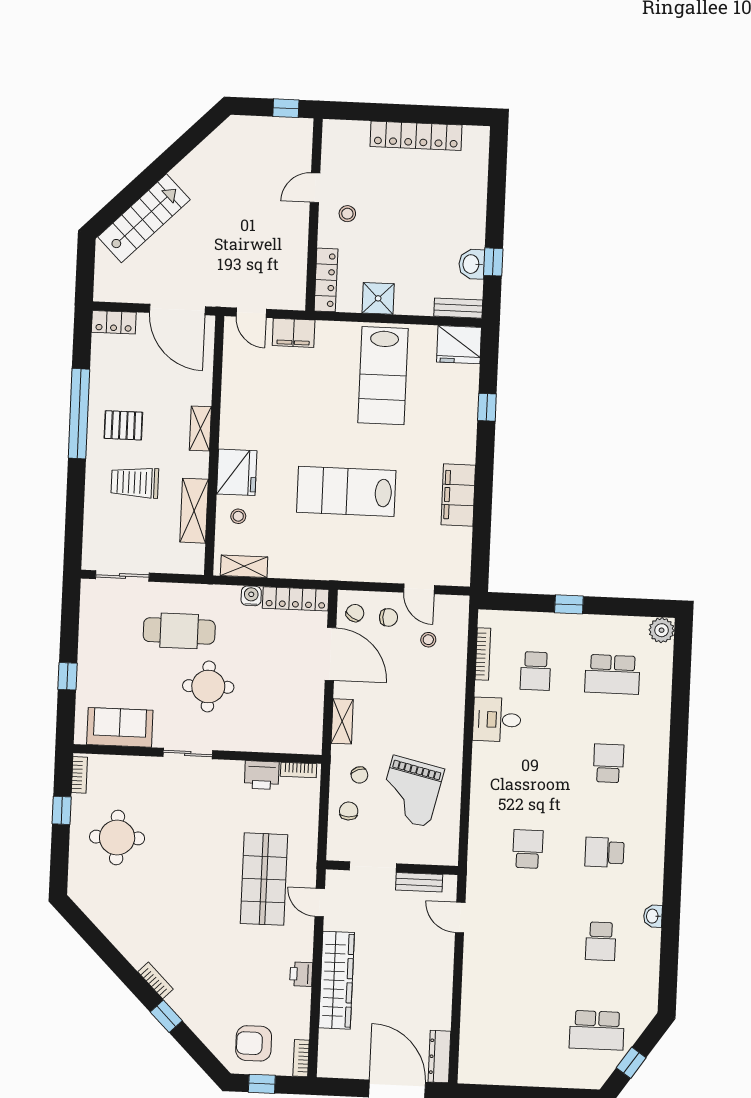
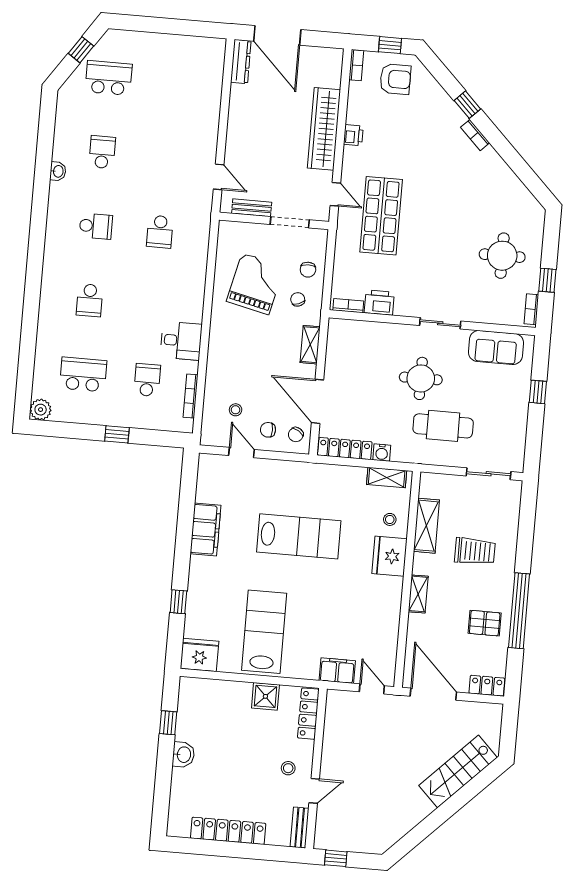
washbasin: (472, 264) -> (183, 755), moved
bench: (458, 308) -> (300, 828), moved, turned 90
pallet: (123, 425) -> (485, 623), moved

